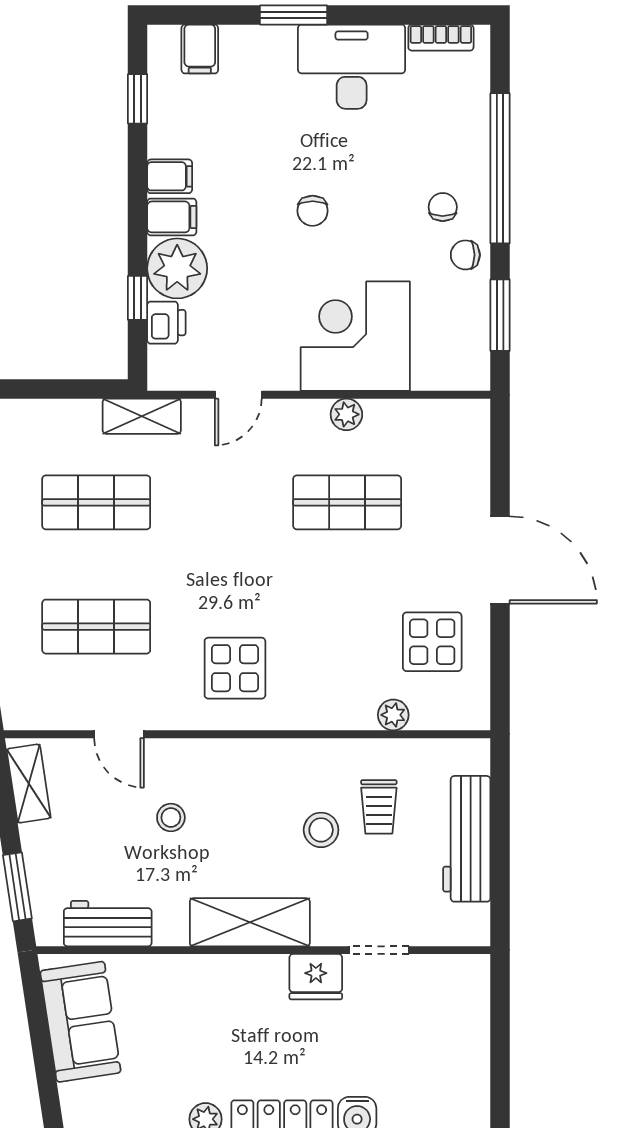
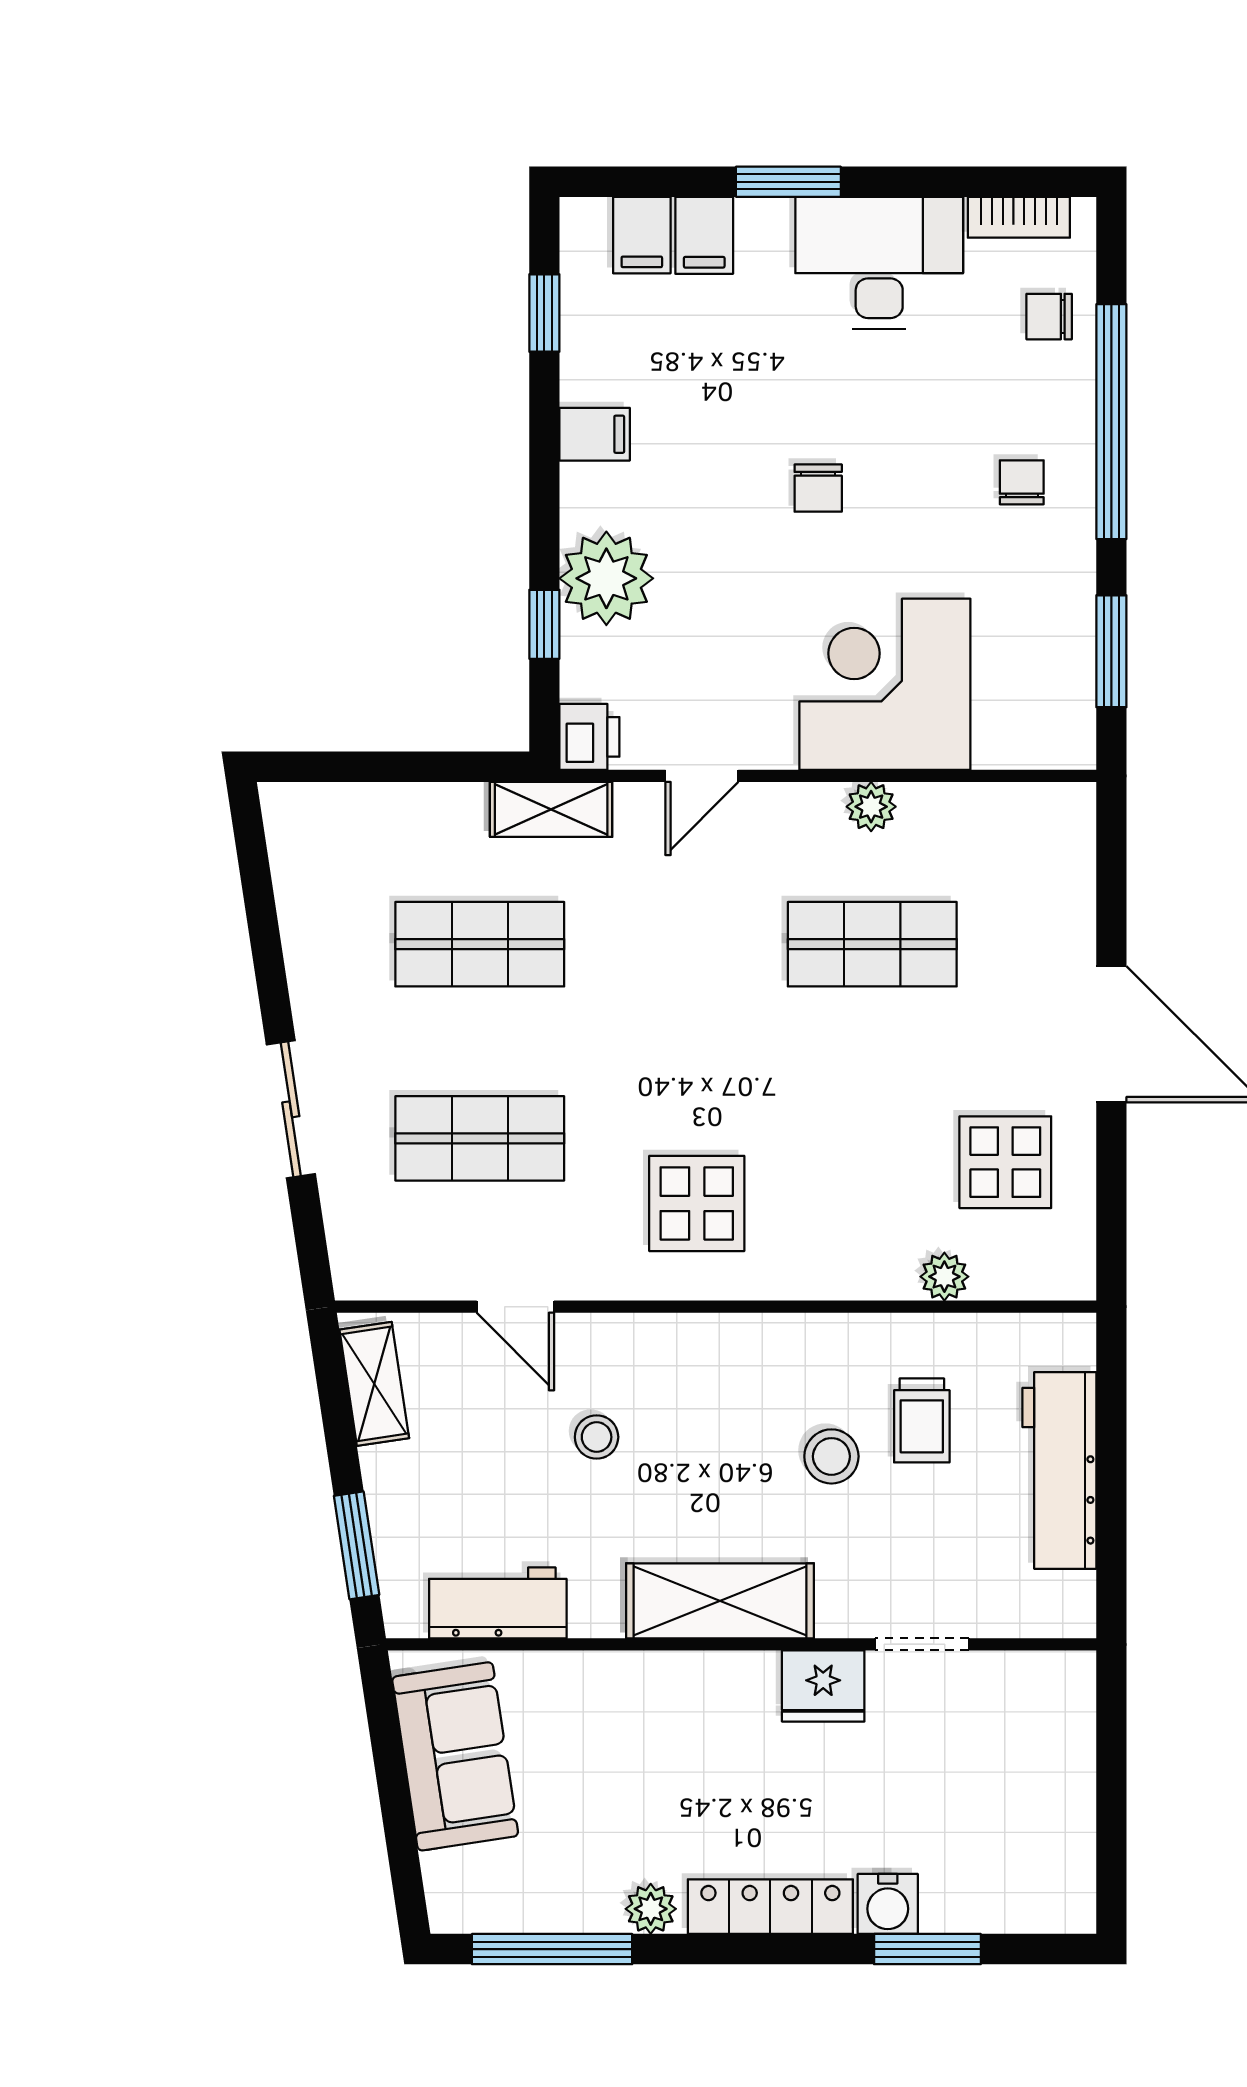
filing cabinet: (172, 217) -> (704, 235), moved, turned 90
chair: (465, 255) -> (1049, 317), moved
printer: (166, 323) -> (589, 737), moved

